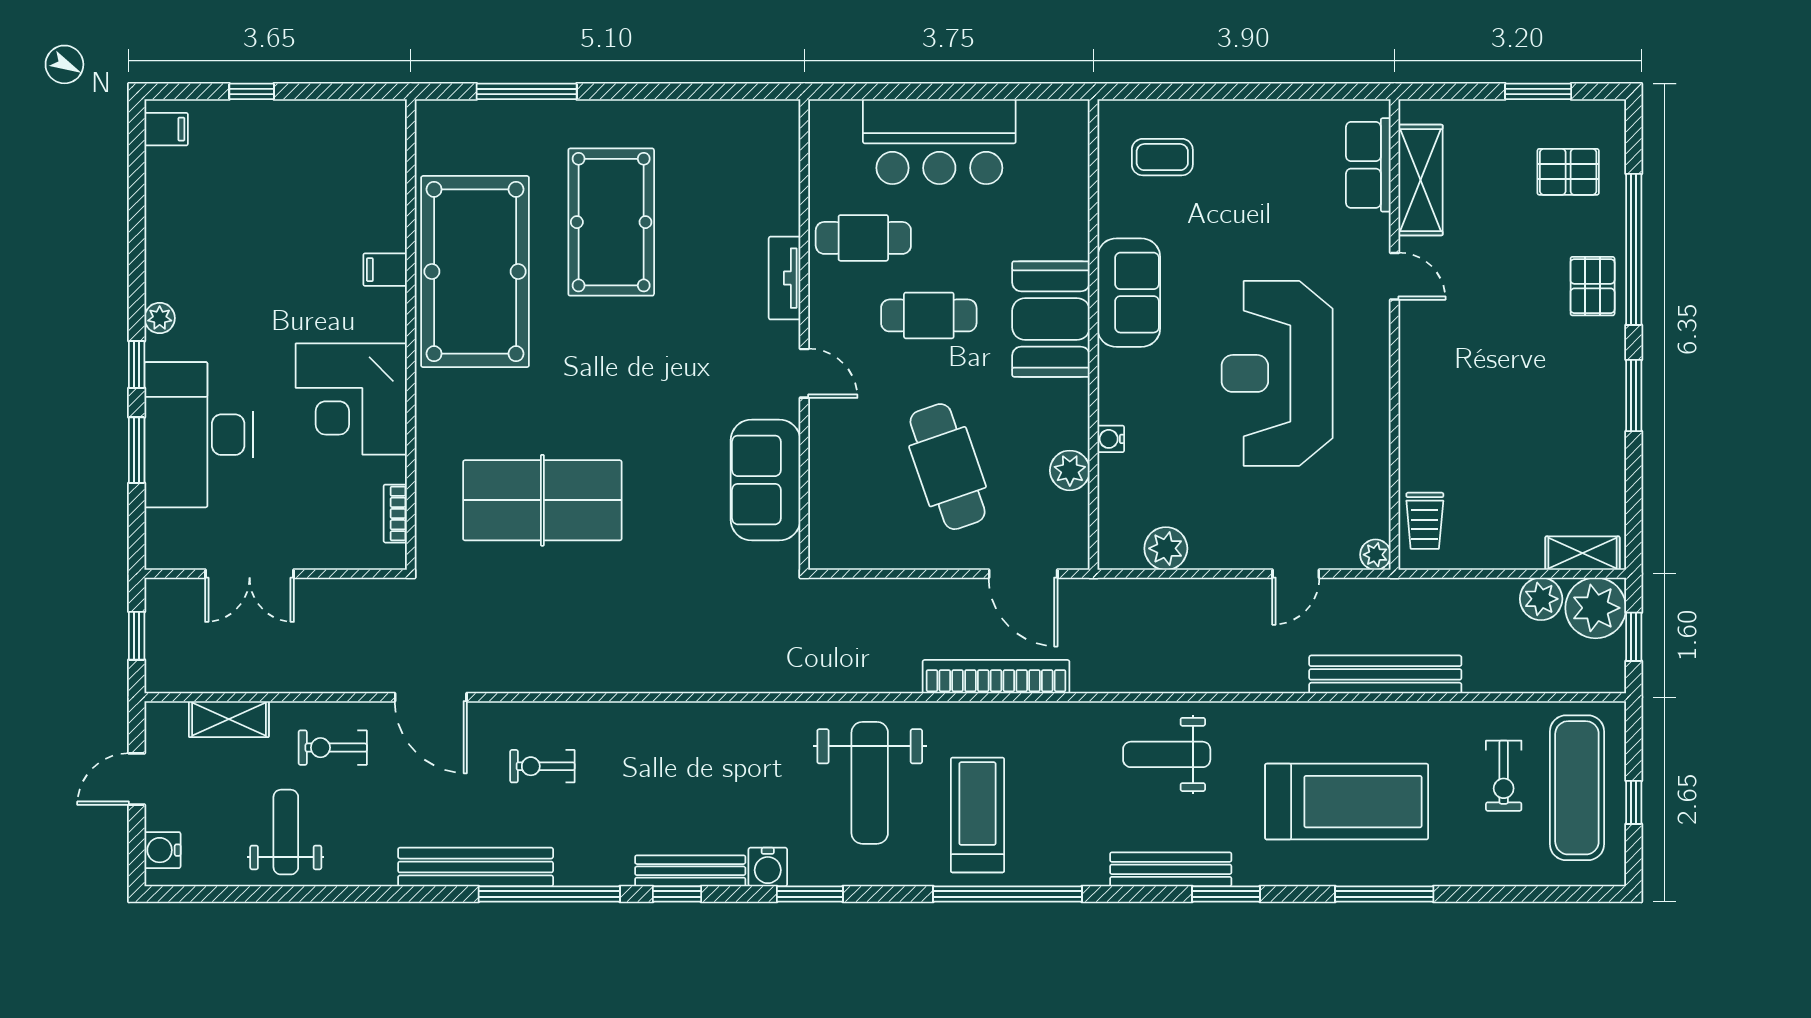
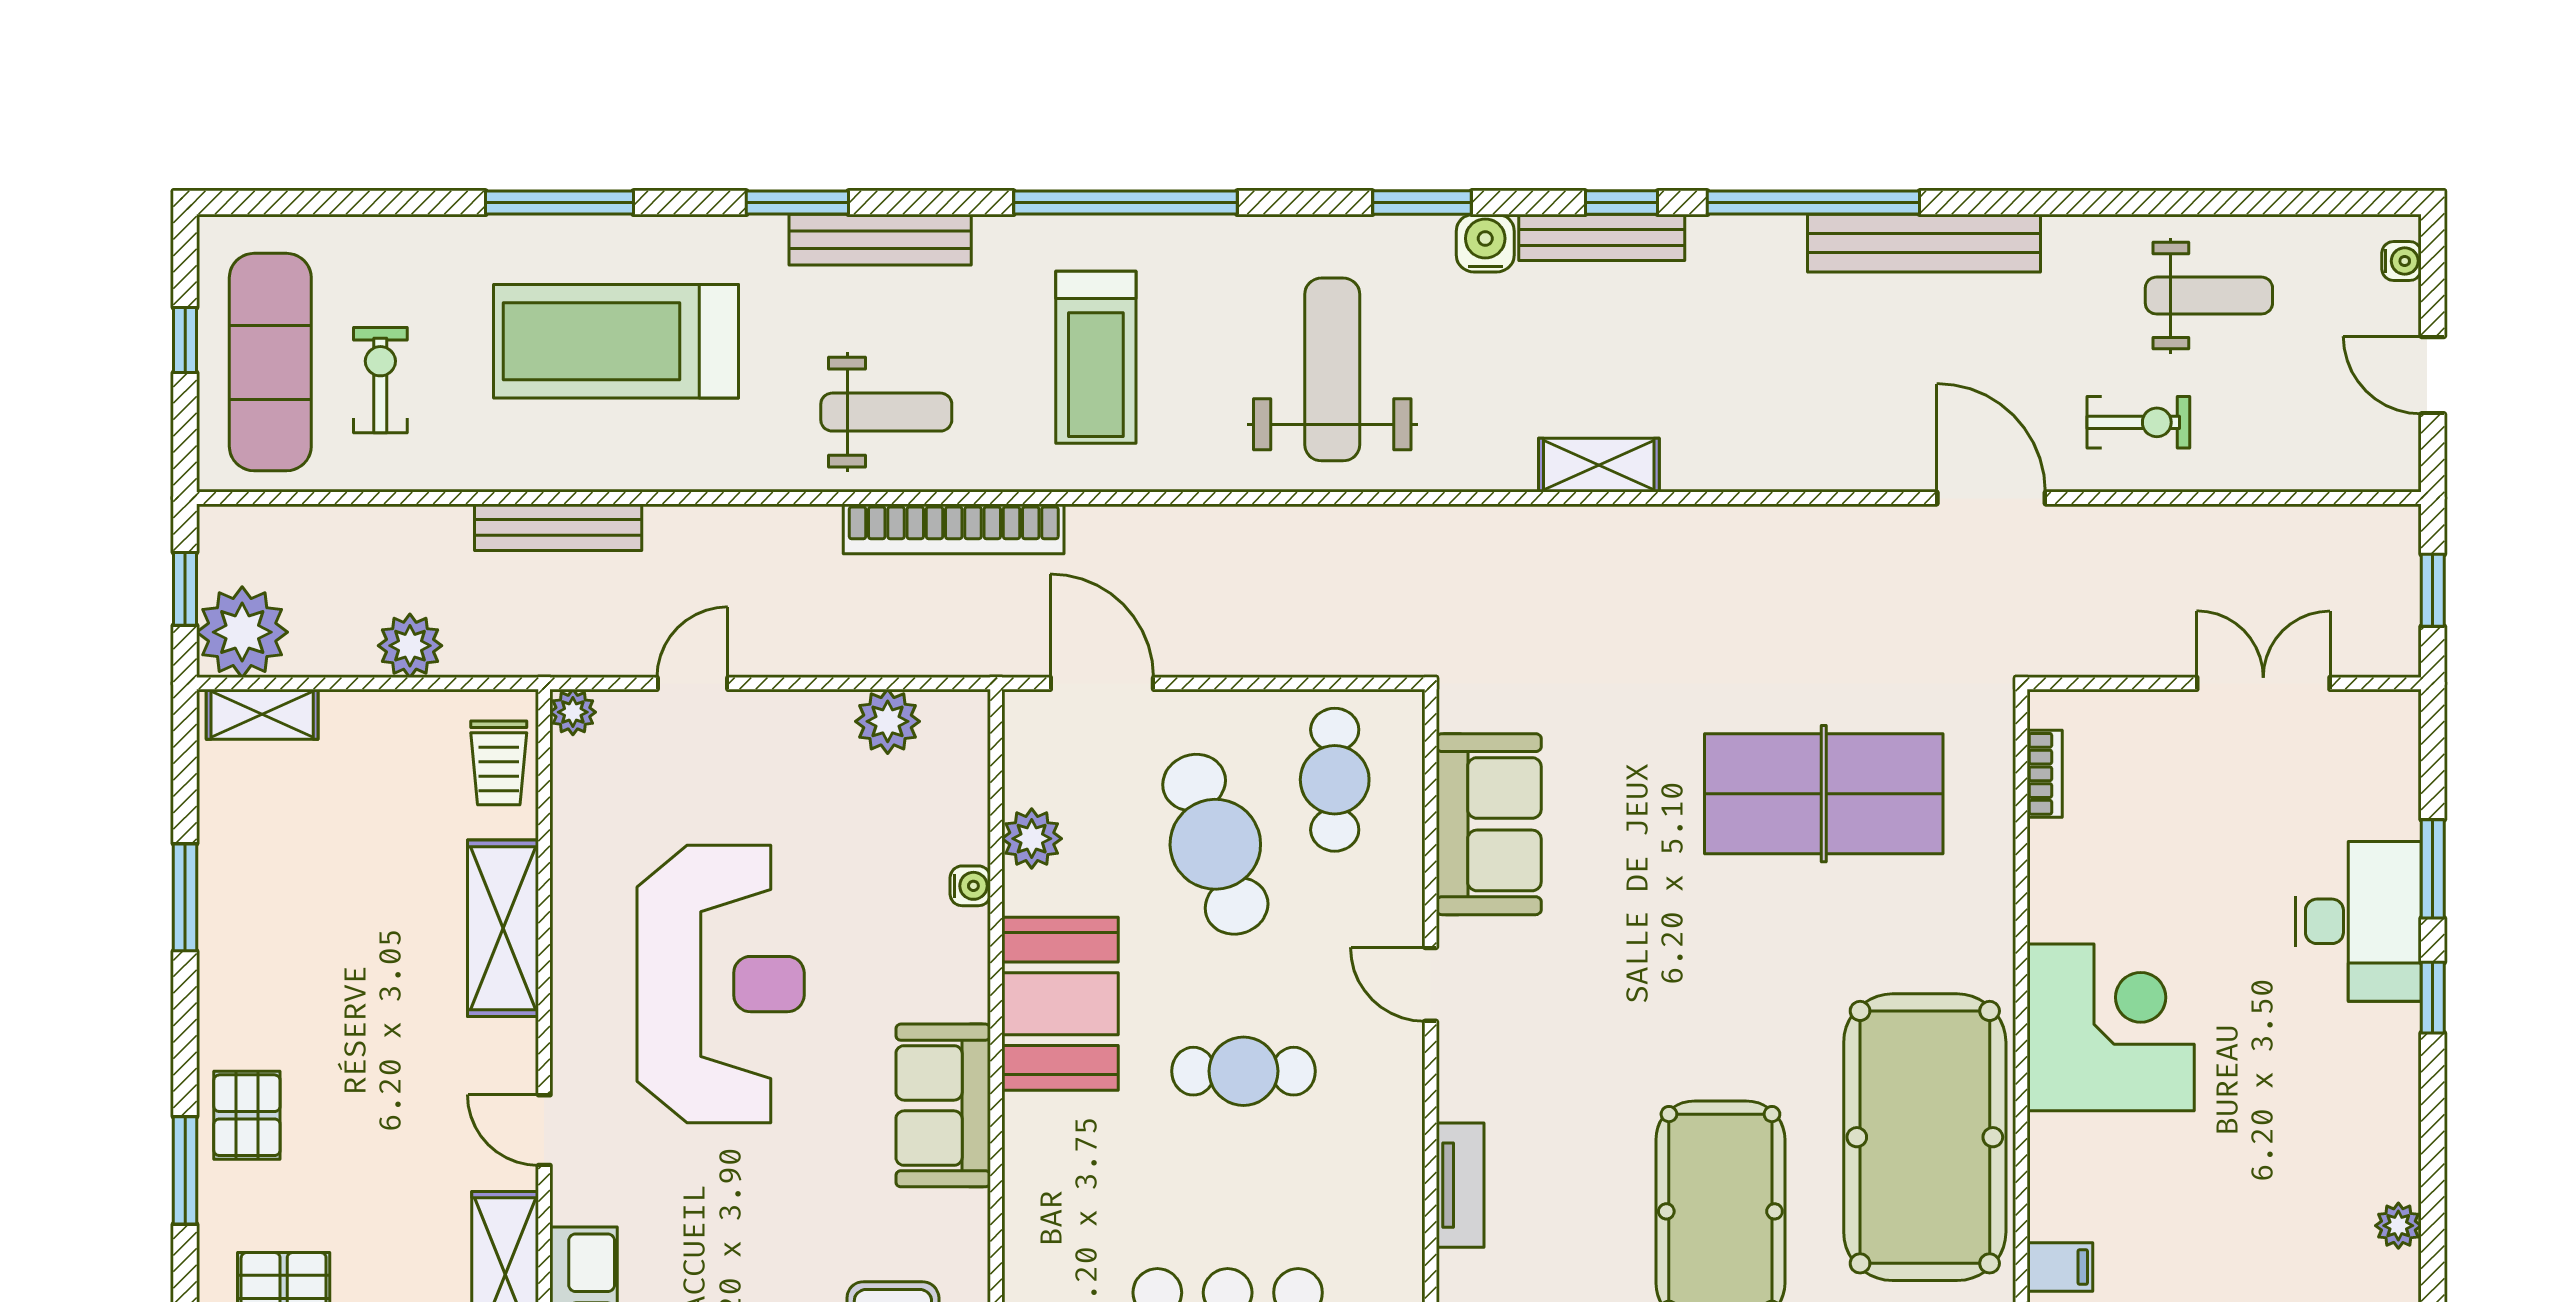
cafe table: (863, 238) -> (1335, 780), moved, turned 90
window: (1634, 249) -> (185, 1170), width x0.47
filing cabinet: (385, 270) -> (2060, 1267), moved
tv unit: (785, 278) -> (1460, 1185), moved
plant: (160, 318) -> (2398, 1226), moved
booth: (1051, 319) -> (1060, 1004), moved
window: (1634, 395) -> (185, 897), moved
corner desk: (351, 399) -> (2111, 1027), moved
shelving: (1422, 411) -> (503, 928), added
desk: (199, 435) -> (2358, 921), width x0.73, depth x0.77
trolley: (1425, 521) -> (499, 763), turned 180
plant: (1541, 599) -> (410, 646), moved
bench: (1385, 674) -> (558, 527), width x0.73, depth x0.82
bookcase: (996, 677) -> (954, 529), moved
shelving: (229, 719) -> (1599, 465), moved
exercise bike: (542, 766) -> (1824, 394), removed
door: (137, 779) -> (2433, 375), swing flipped
treadmill: (978, 815) -> (1096, 357), moved
weight bench: (286, 832) -> (2209, 296), turned -90
water cooler: (162, 850) -> (2402, 261), width x0.72, depth x0.72

